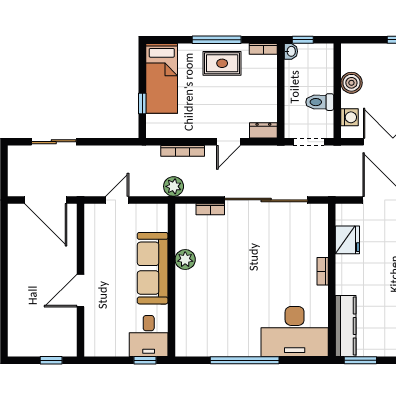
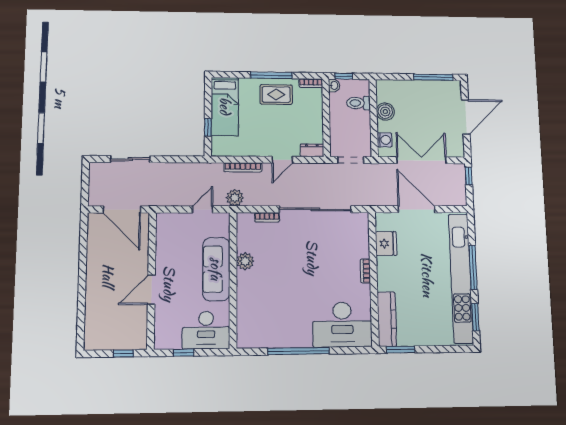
toilet: (320, 102) -> (359, 103), moved
door: (117, 200) -> (203, 209), moved
desk: (149, 336) -> (206, 330), width x1.37
window: (145, 360) -> (184, 353), moved

